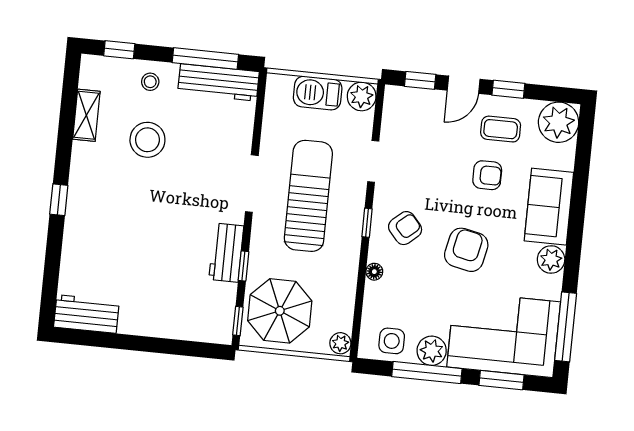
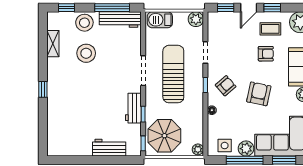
stool: (150, 82) -> (84, 23), width x1.89, depth x1.89
barbecue: (318, 93) -> (160, 20), moved
workbench: (87, 314) -> (109, 148), moved

